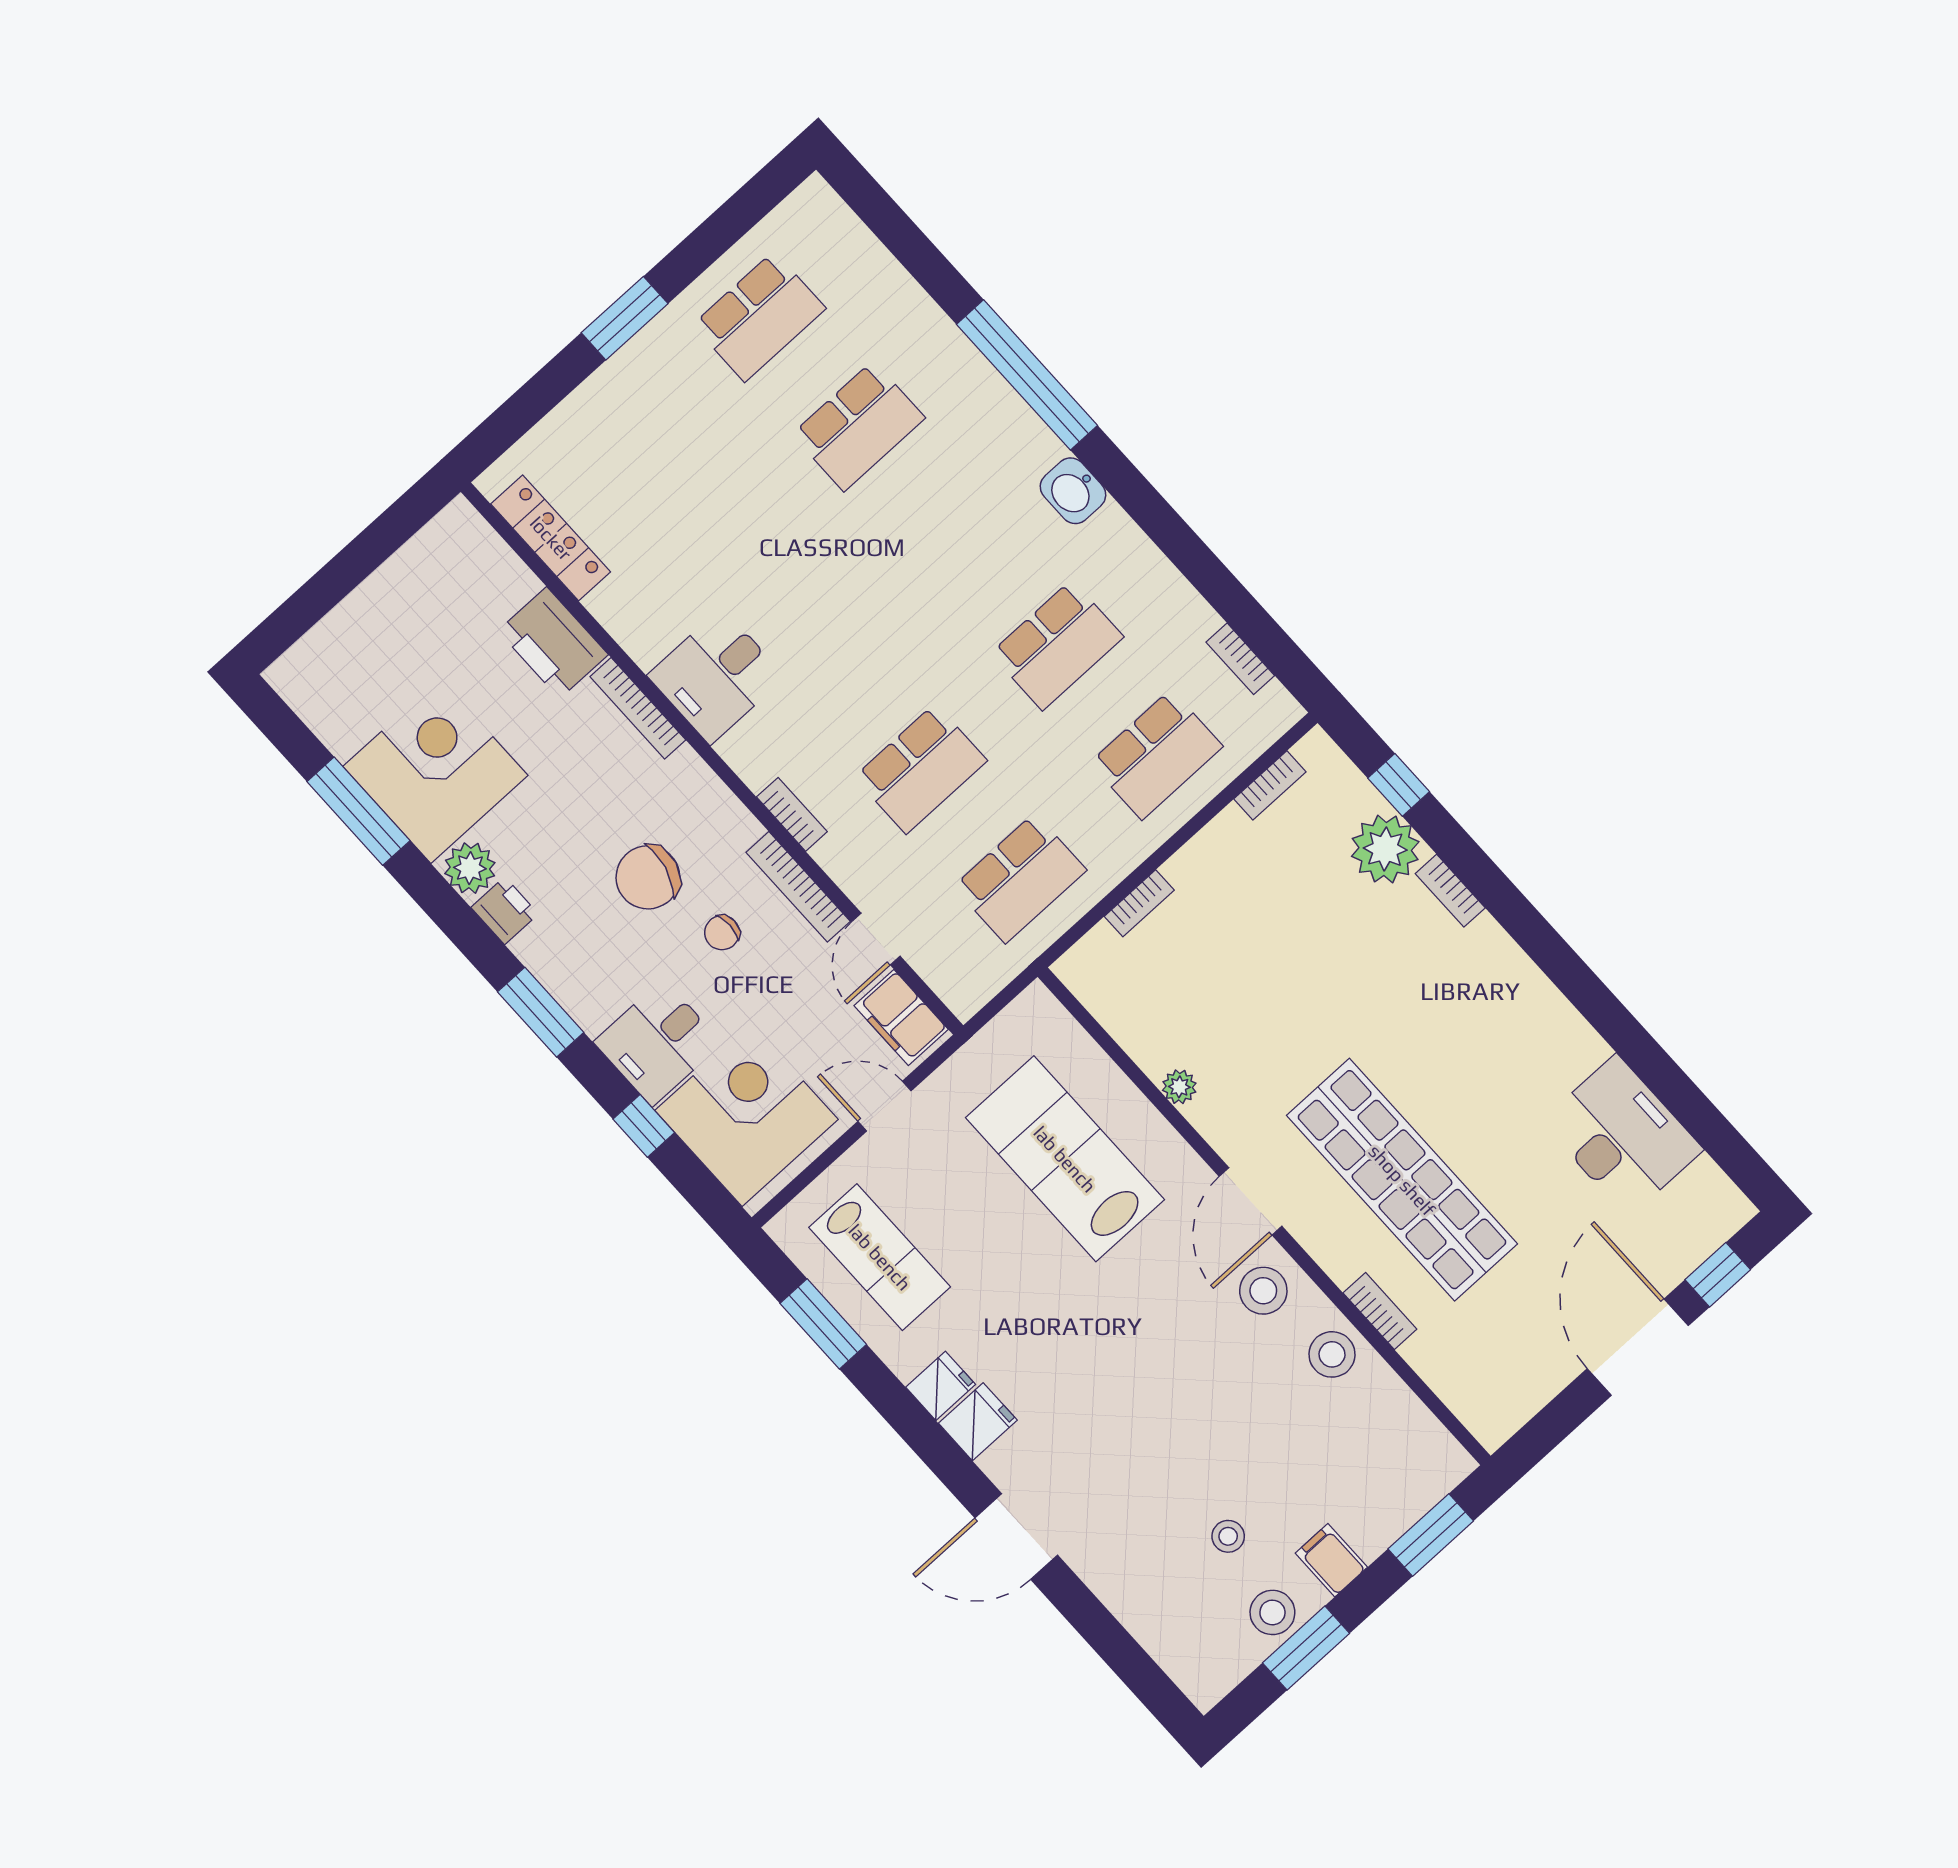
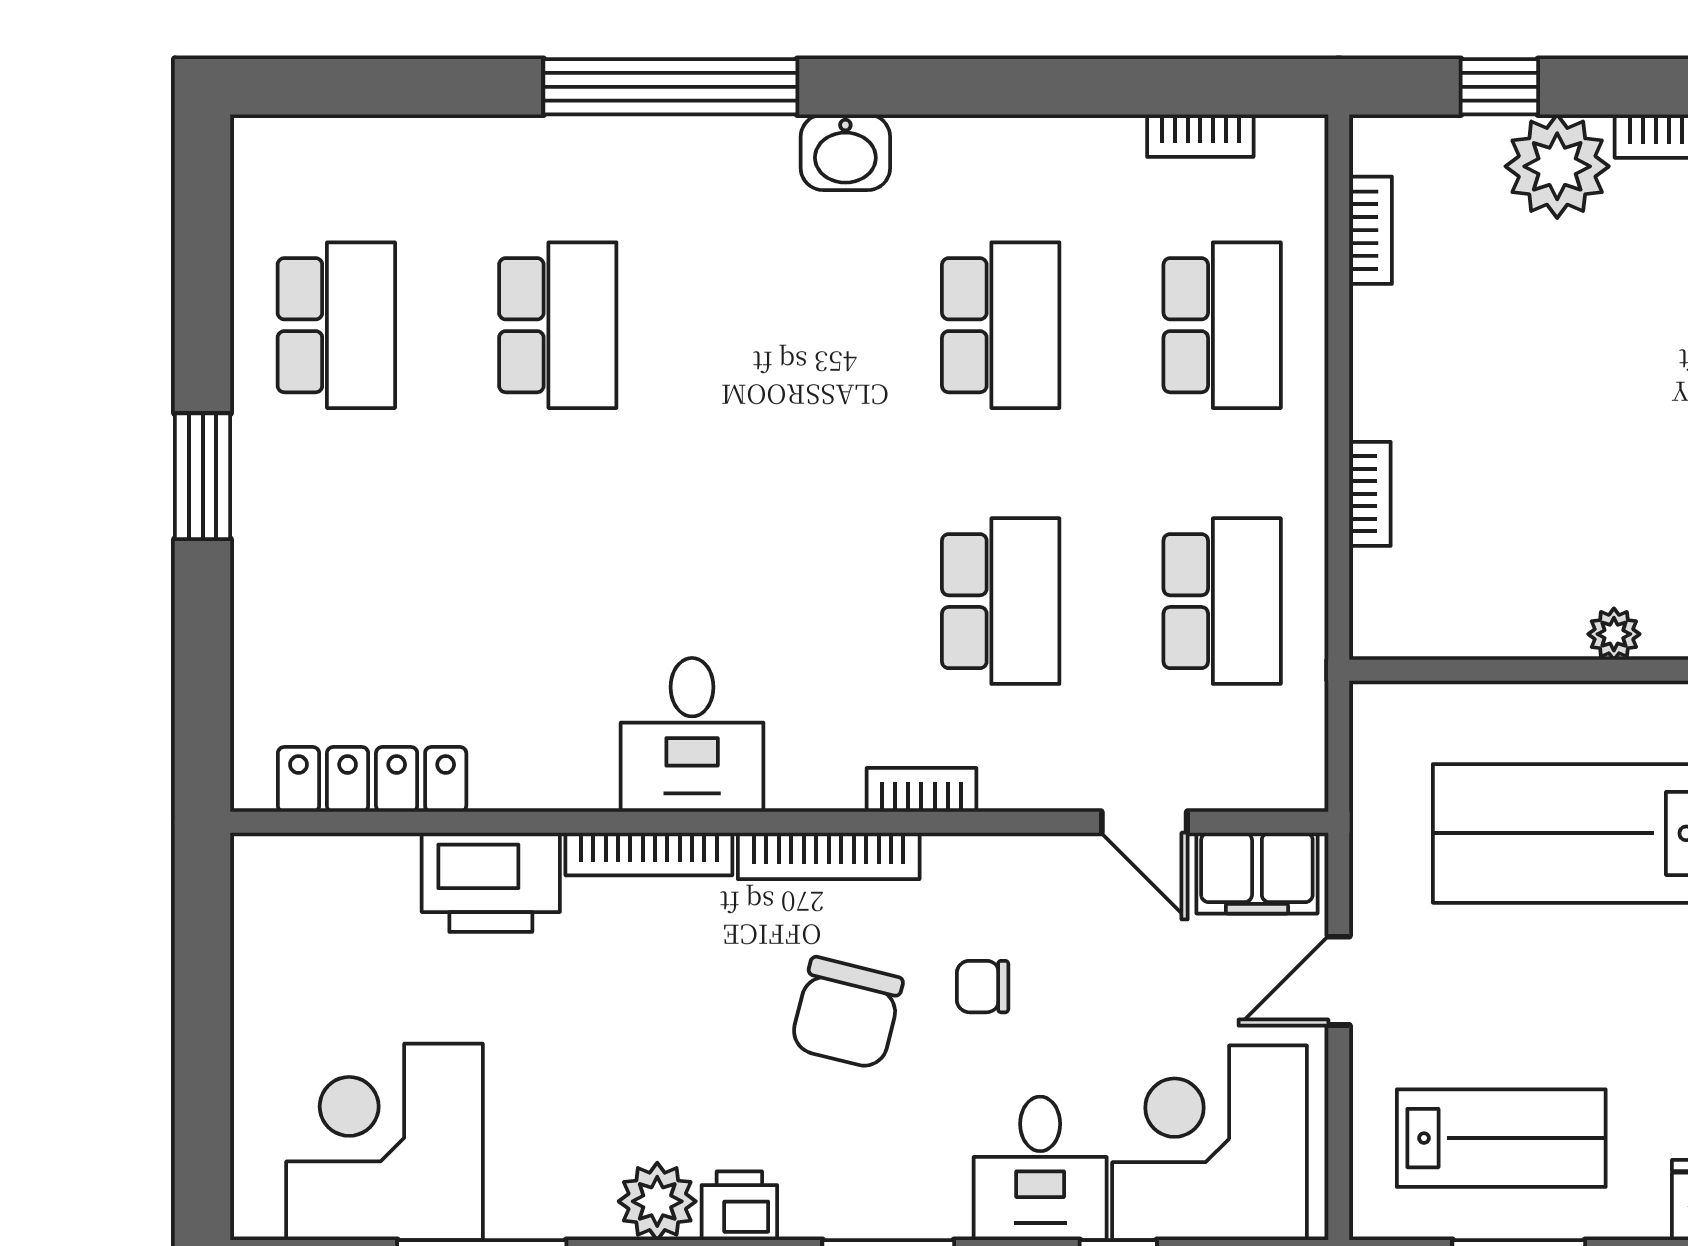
corner desk: (435, 771) -> (385, 1142), moved
bookcase: (798, 887) -> (829, 856), moved
chair: (722, 933) -> (983, 987), turned 90

